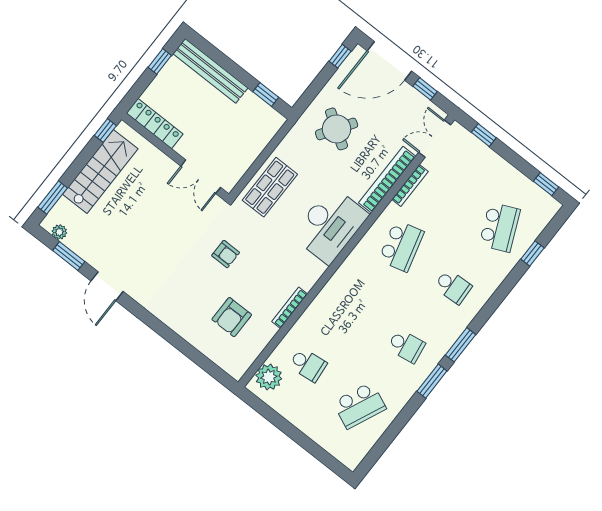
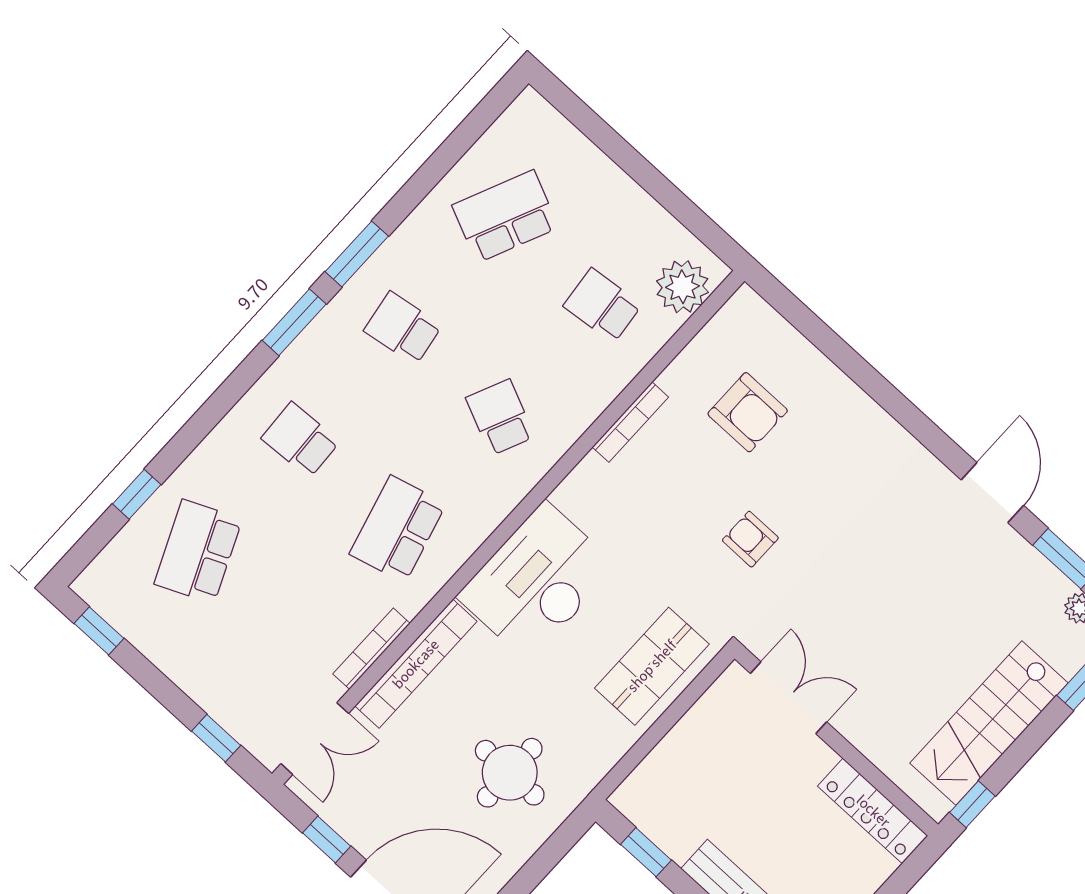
round table: (337, 129) -> (510, 773), turned -33
school desk: (355, 305) -> (500, 417), added
armchair: (232, 317) -> (748, 412), turned 90

